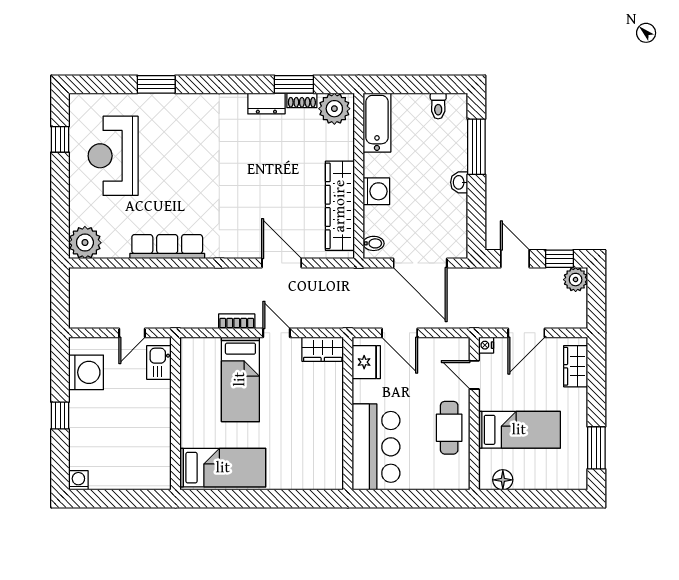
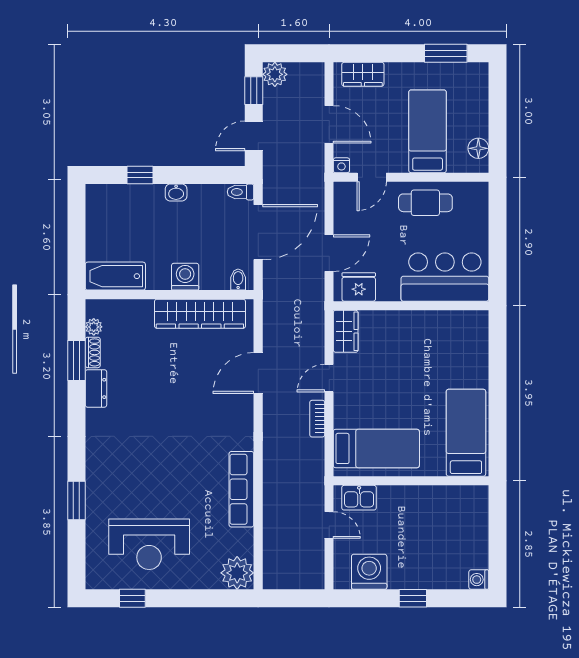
toilet: (438, 106) -> (241, 192), moved, turned 180
plant: (334, 109) -> (94, 327), width x0.53, depth x0.53
window: (476, 147) -> (140, 175), width x0.46
bed: (240, 379) -> (376, 448), moved

